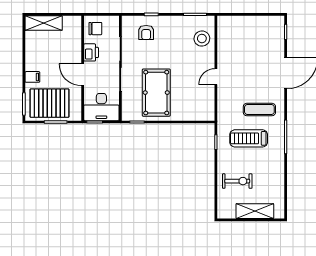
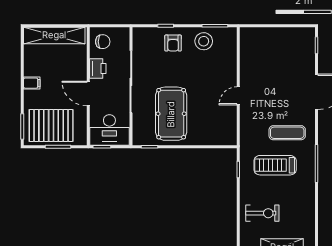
shelving: (44, 23) -> (54, 35), width x1.47
armchair: (146, 33) -> (173, 43), moved
stool: (202, 39) -> (204, 41), moved
filing cabinet: (32, 77) -> (32, 83), moved

